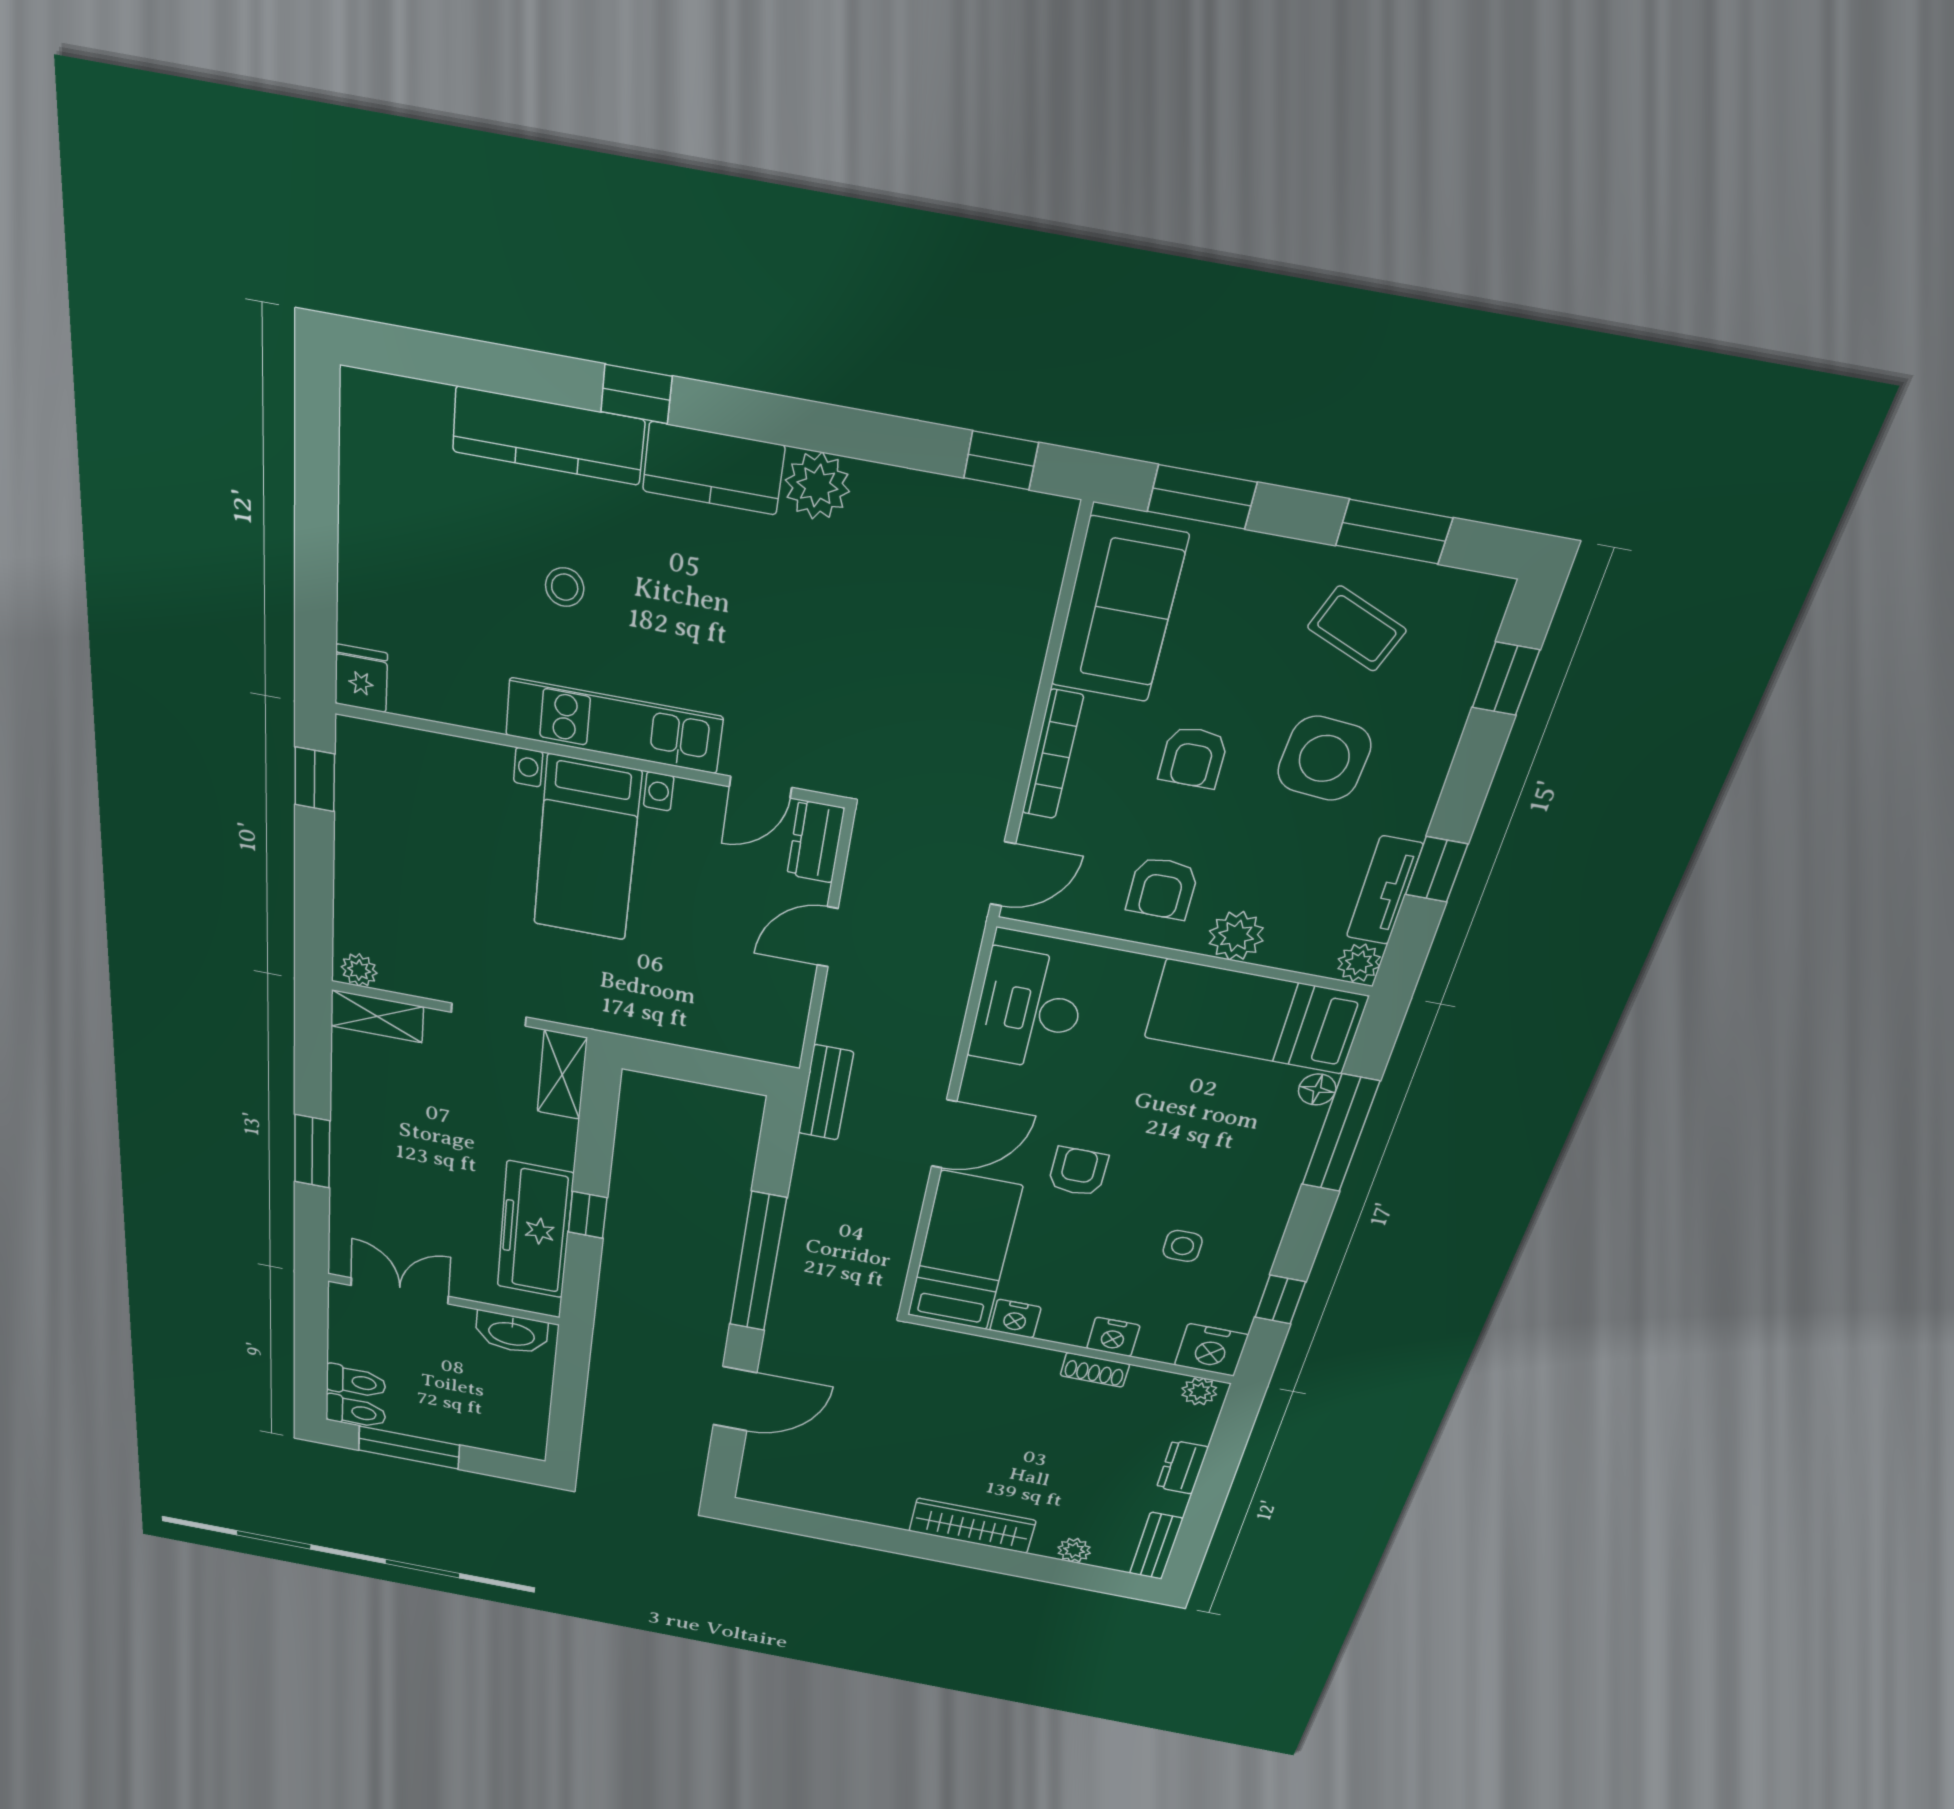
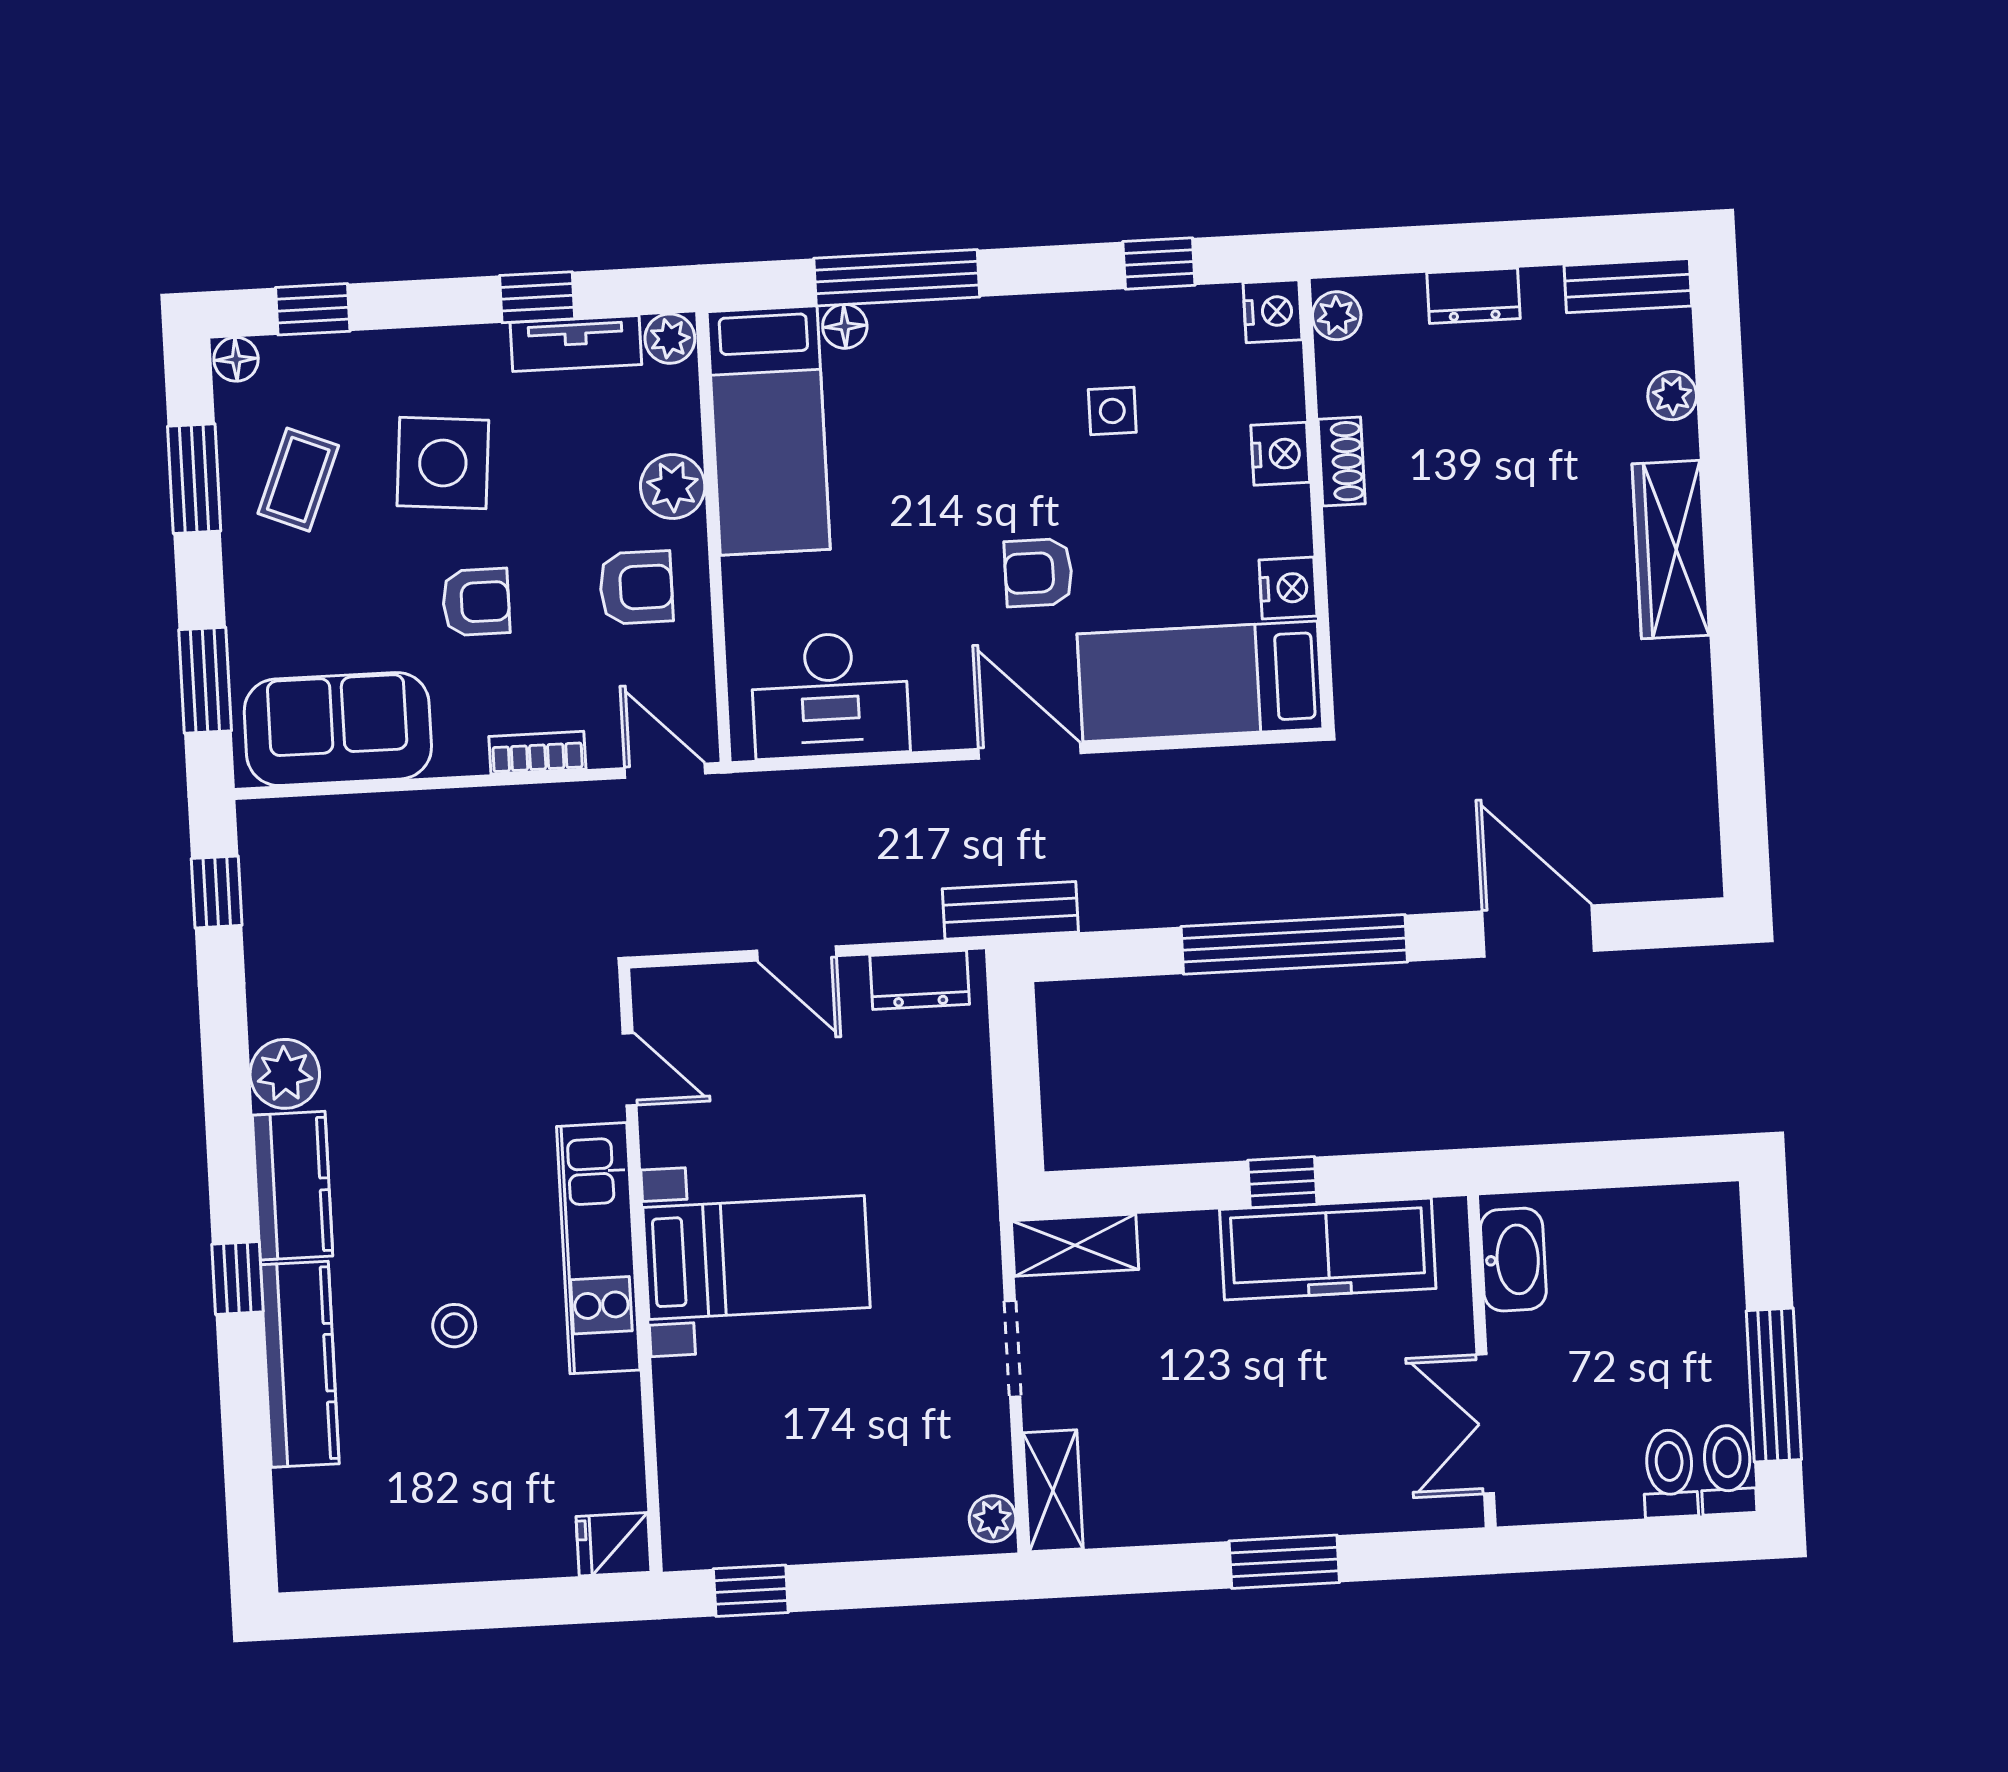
floor lamp: (1489, 598) -> (236, 359), added
bookcase: (1053, 755) -> (537, 753), width x0.64
dresser: (816, 842) -> (920, 980), moved
nightstand: (1211, 1350) -> (1273, 311), width x0.74, depth x0.75

